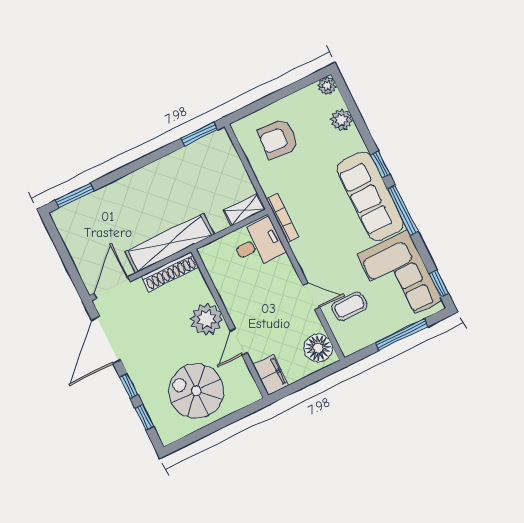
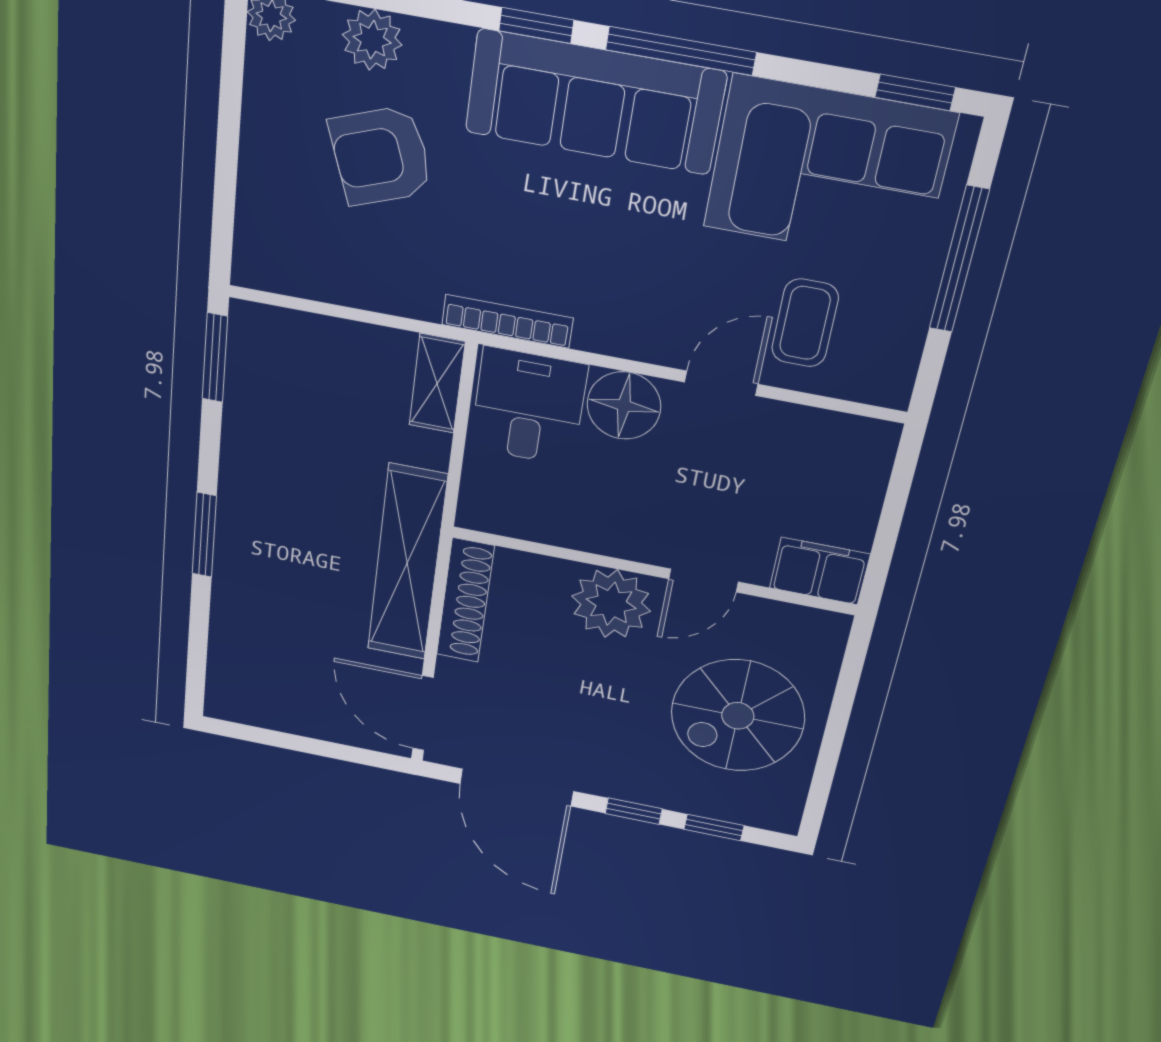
armchair: (278, 139) -> (381, 156), moved, turned 66
window: (75, 195) -> (204, 535), moved
door: (239, 342) -> (703, 580), hinge flipped
floor lamp: (318, 348) -> (624, 406), moved

